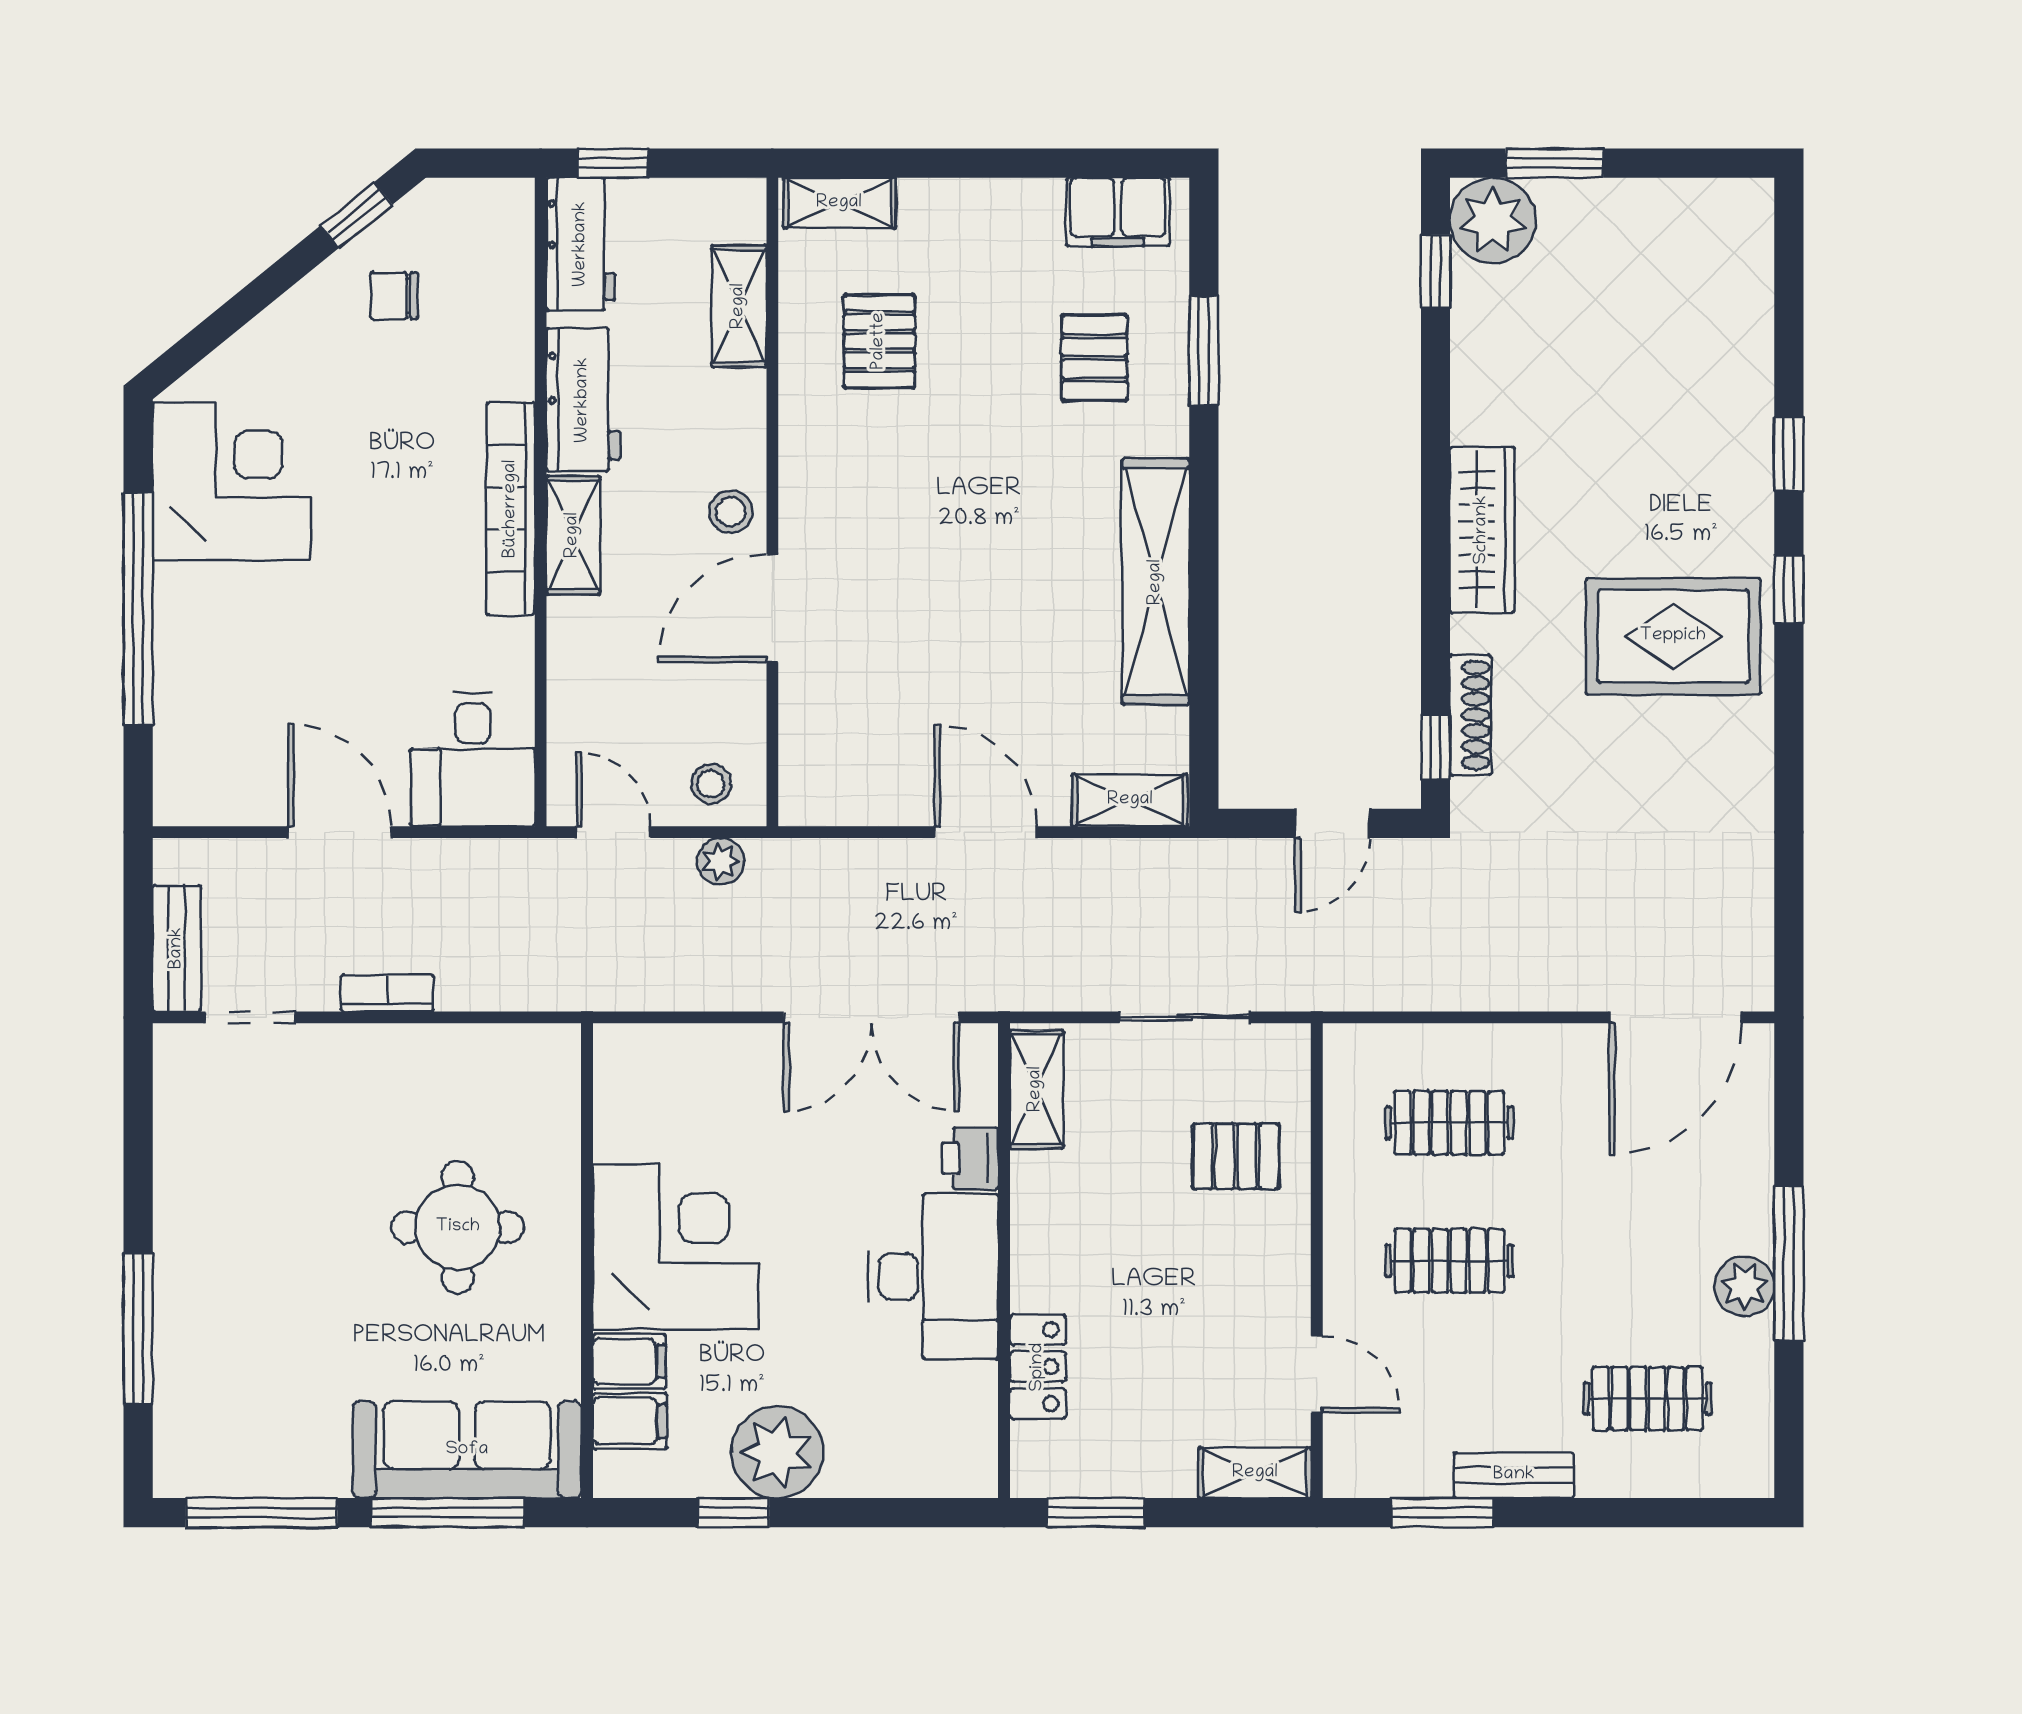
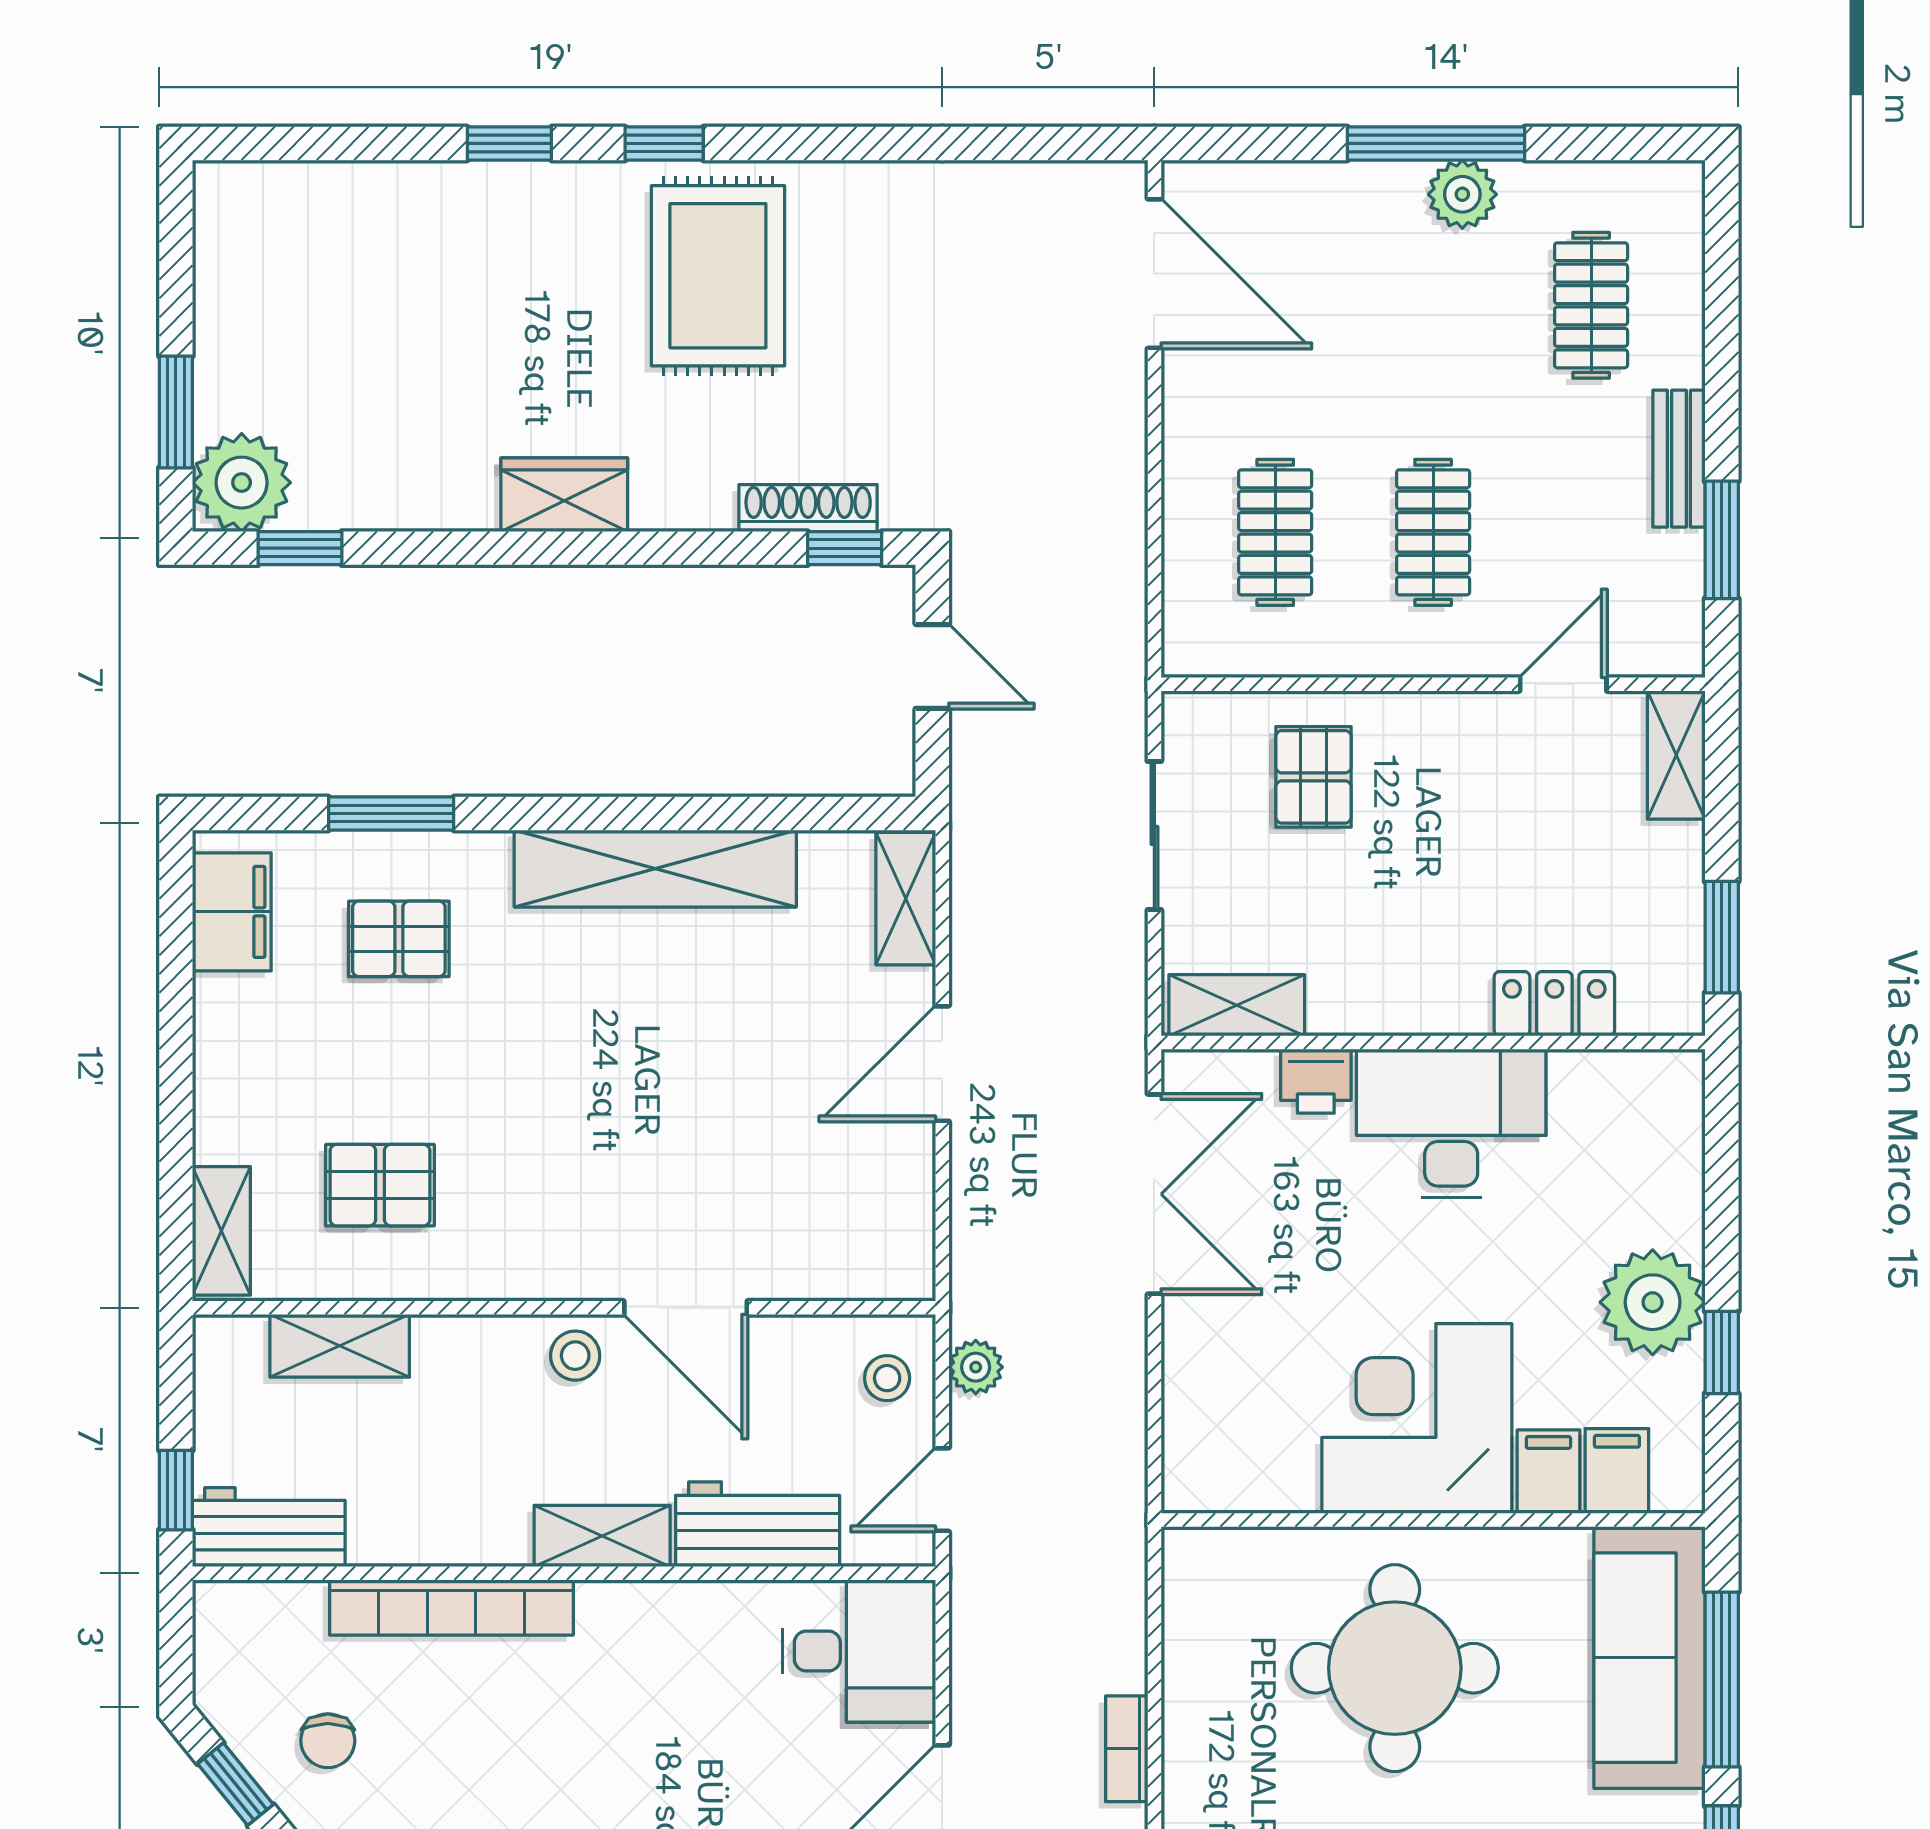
workbench: (583, 400) -> (758, 1524), moved
bookcase: (511, 509) -> (451, 1607), moved
wardrobe: (1482, 530) -> (564, 495), width x0.67
round table: (458, 1227) -> (1395, 1668), width x1.36, depth x1.36

